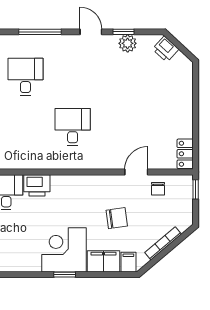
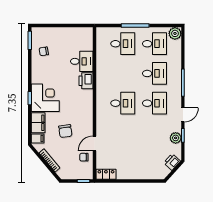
desk: (73, 77) -> (154, 103), added
door: (136, 172) -> (94, 143), swing flipped

